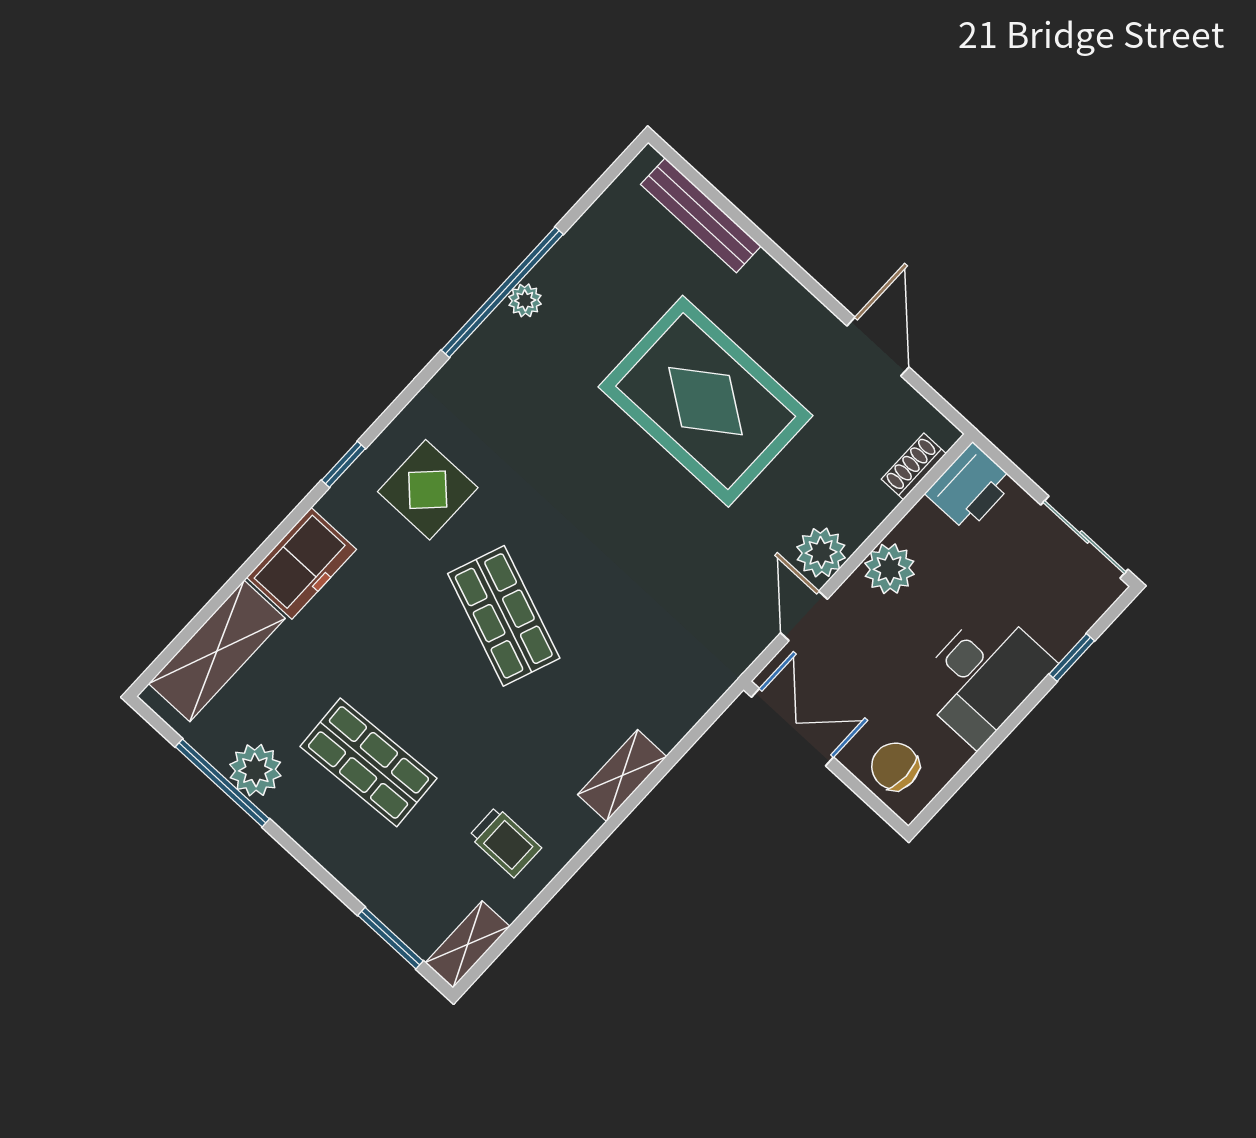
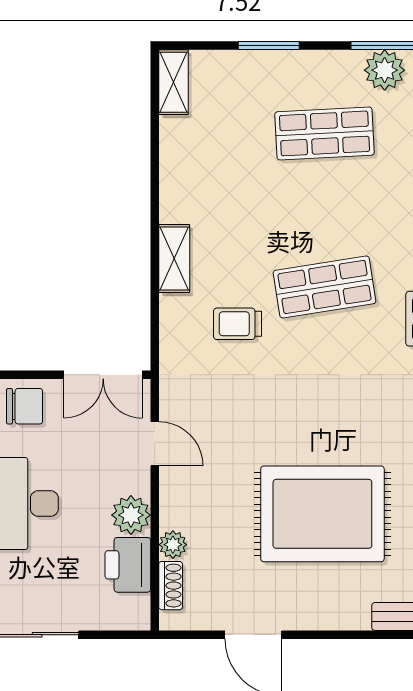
printer: (970, 487) -> (128, 565), moved
plant: (821, 552) -> (173, 545), moved, width x0.73, depth x0.73
shop shelf: (504, 616) -> (324, 287), turned -30
trolley: (505, 842) -> (238, 324), moved
window: (391, 938) -> (269, 46), moved

